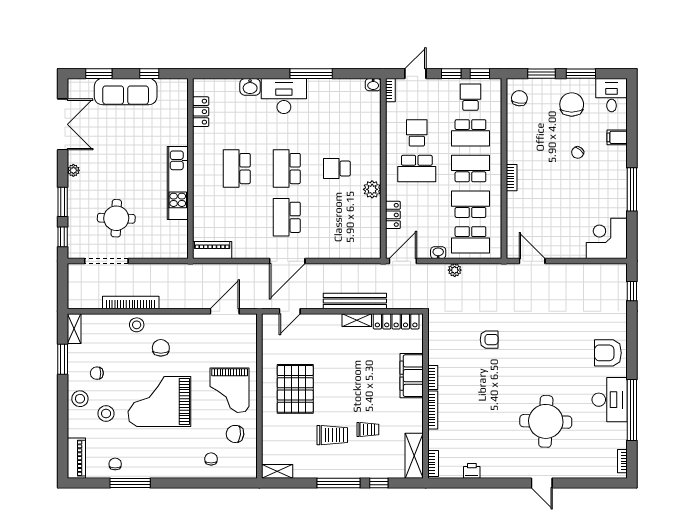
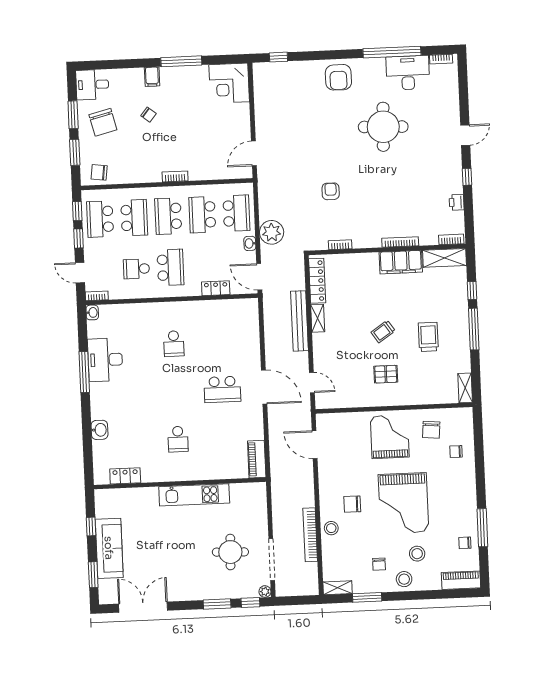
desk: (284, 96) -> (105, 360), moved
school desk: (470, 97) -> (100, 219), width x1.85
chair: (572, 104) -> (103, 122), turned -104
filing cabinet: (617, 137) -> (152, 77), moved
school desk: (237, 169) -> (178, 439), width x0.54
school desk: (287, 169) -> (176, 391), removed
plant: (73, 170) -> (265, 591), moved
plant: (372, 189) -> (192, 309), removed
plant: (455, 270) -> (272, 232), width x1.88, depth x1.88
filing cabinet: (412, 376) -> (401, 262), moved
bookcase: (433, 378) -> (340, 245), moved
pallet: (295, 389) -> (386, 374), width x0.49, depth x0.50
grand piano: (230, 390) -> (390, 437), turned -90
desk: (610, 400) -> (408, 73), moved
round table: (546, 421) -> (383, 127), moved
trolley: (368, 429) -> (383, 332), moved, turned -124
window: (498, 483) -> (467, 177), added

